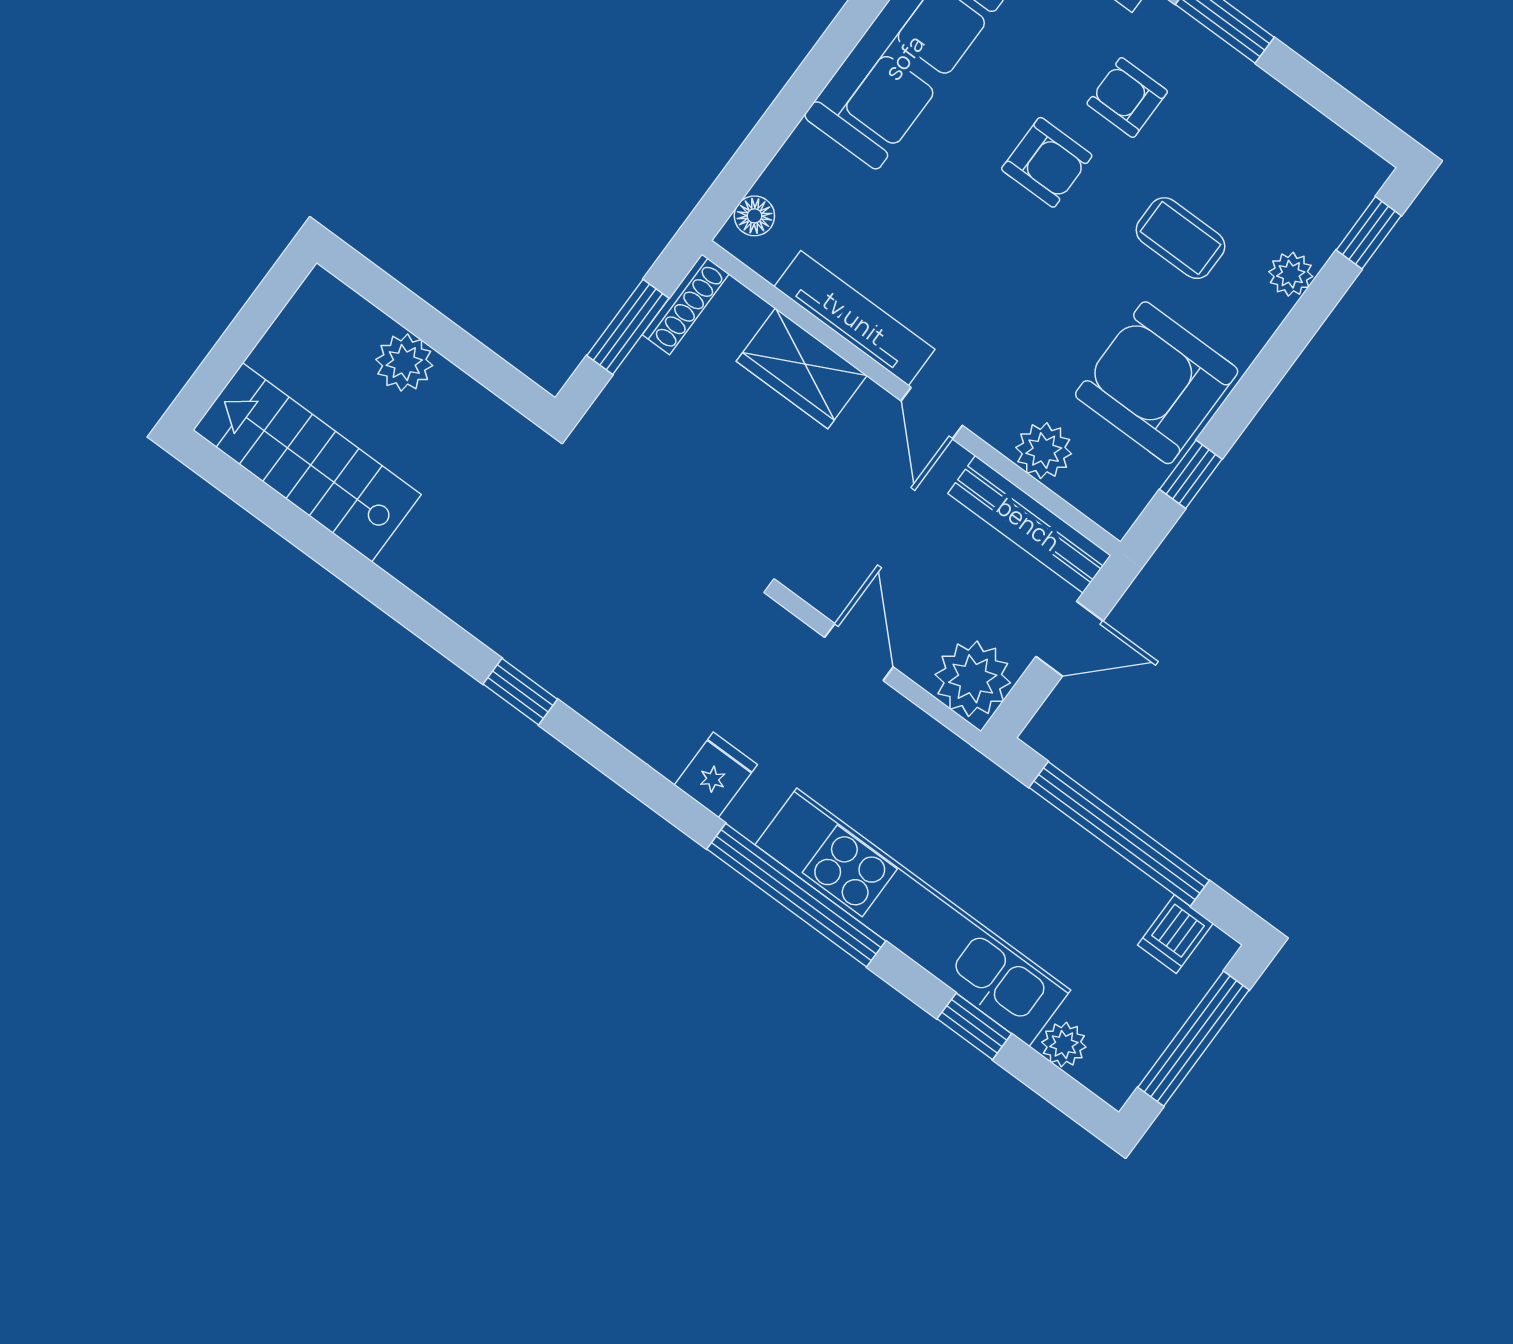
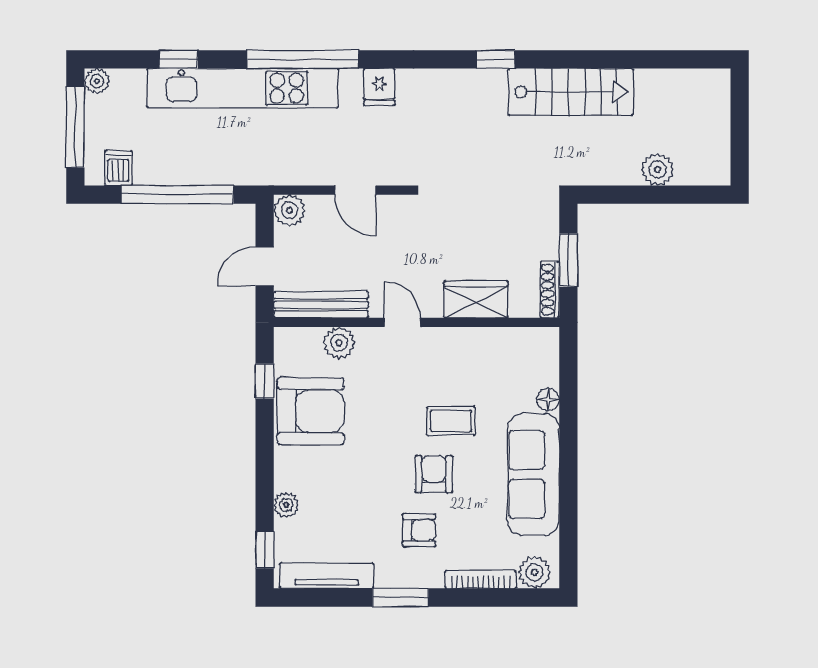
armchair: (1047, 162) -> (434, 474), turned 90
floor lamp: (754, 216) -> (548, 400), moved
coffee table: (1180, 238) -> (451, 421), moved
tv unit: (854, 318) -> (326, 576), moved, turned 180
stairs: (307, 462) -> (571, 92), moved
plant: (973, 679) -> (289, 210), width x0.73, depth x0.73
plant: (1064, 1045) -> (97, 81), moved

